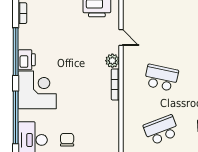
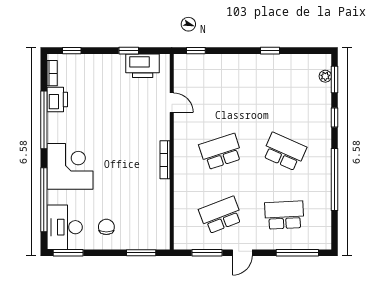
printer: (27, 60) -> (57, 99), moved
plant: (112, 61) -> (161, 131), removed
school desk: (161, 78) -> (221, 152), turned -30

